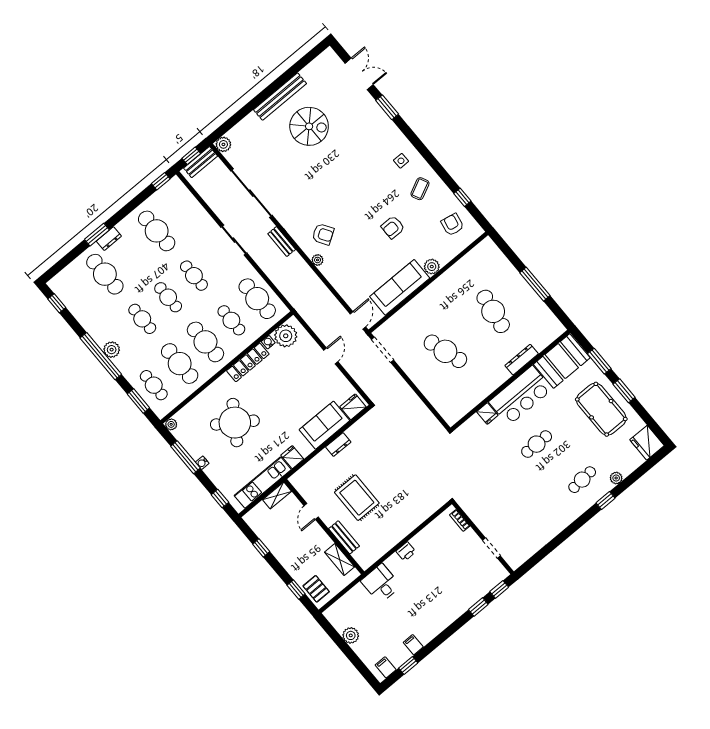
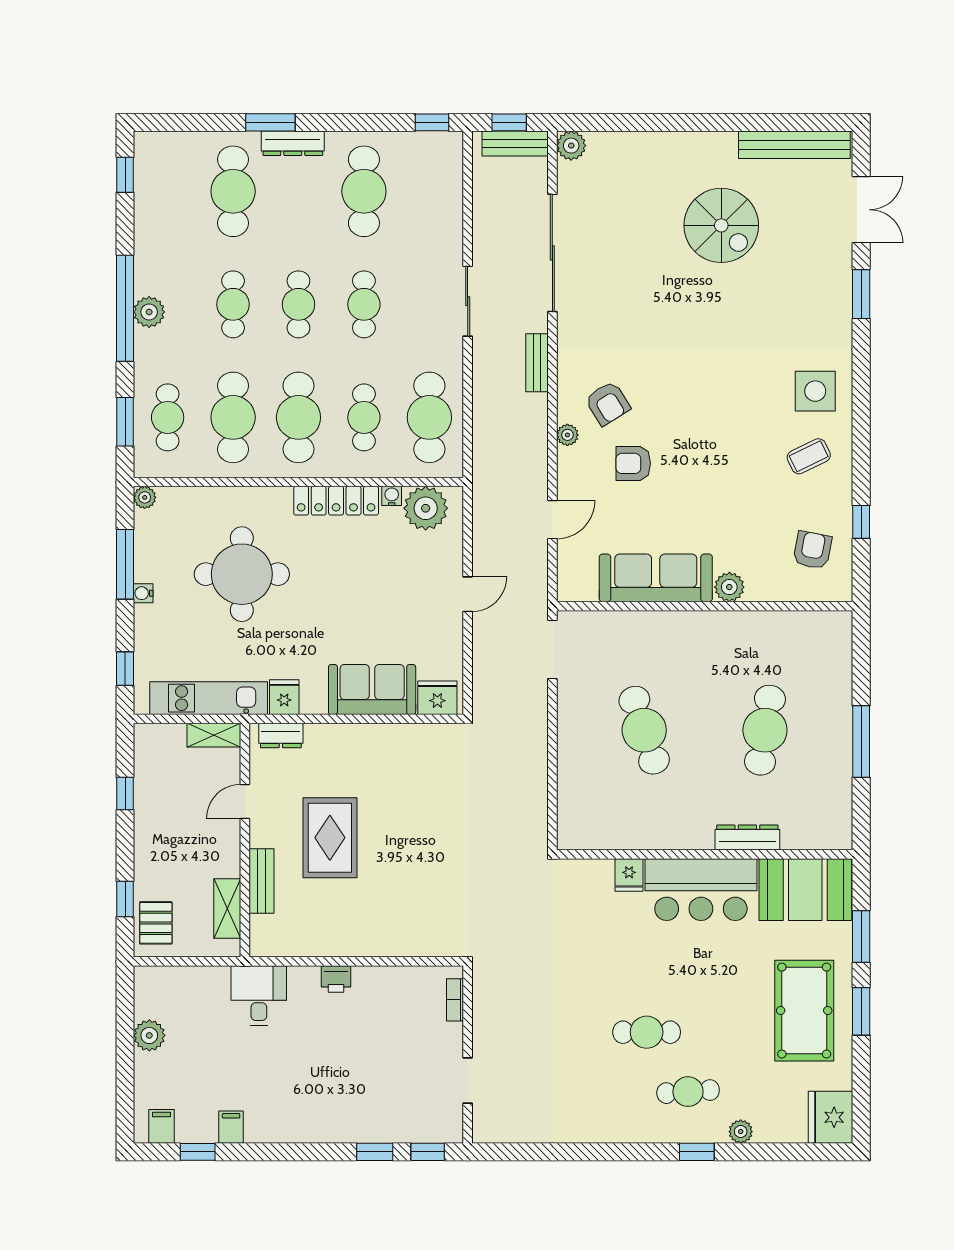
bench: (280, 97) -> (794, 145), moved
side table: (401, 161) -> (815, 391), width x1.87, depth x1.87
armchair: (393, 227) -> (633, 463), moved
dresser: (109, 239) -> (293, 143), width x1.44
door: (358, 320) -> (552, 520), moved
round table: (235, 423) -> (242, 574), turned -34
dresser: (338, 444) -> (281, 736), moved
cafe table: (537, 444) -> (647, 1032), moved

